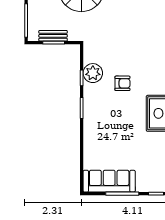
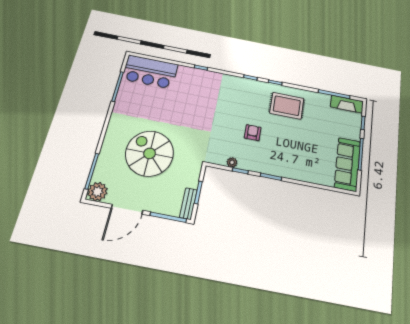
bench: (53, 36) -> (188, 204), moved
plant: (93, 73) -> (232, 162), width x0.53, depth x0.53

